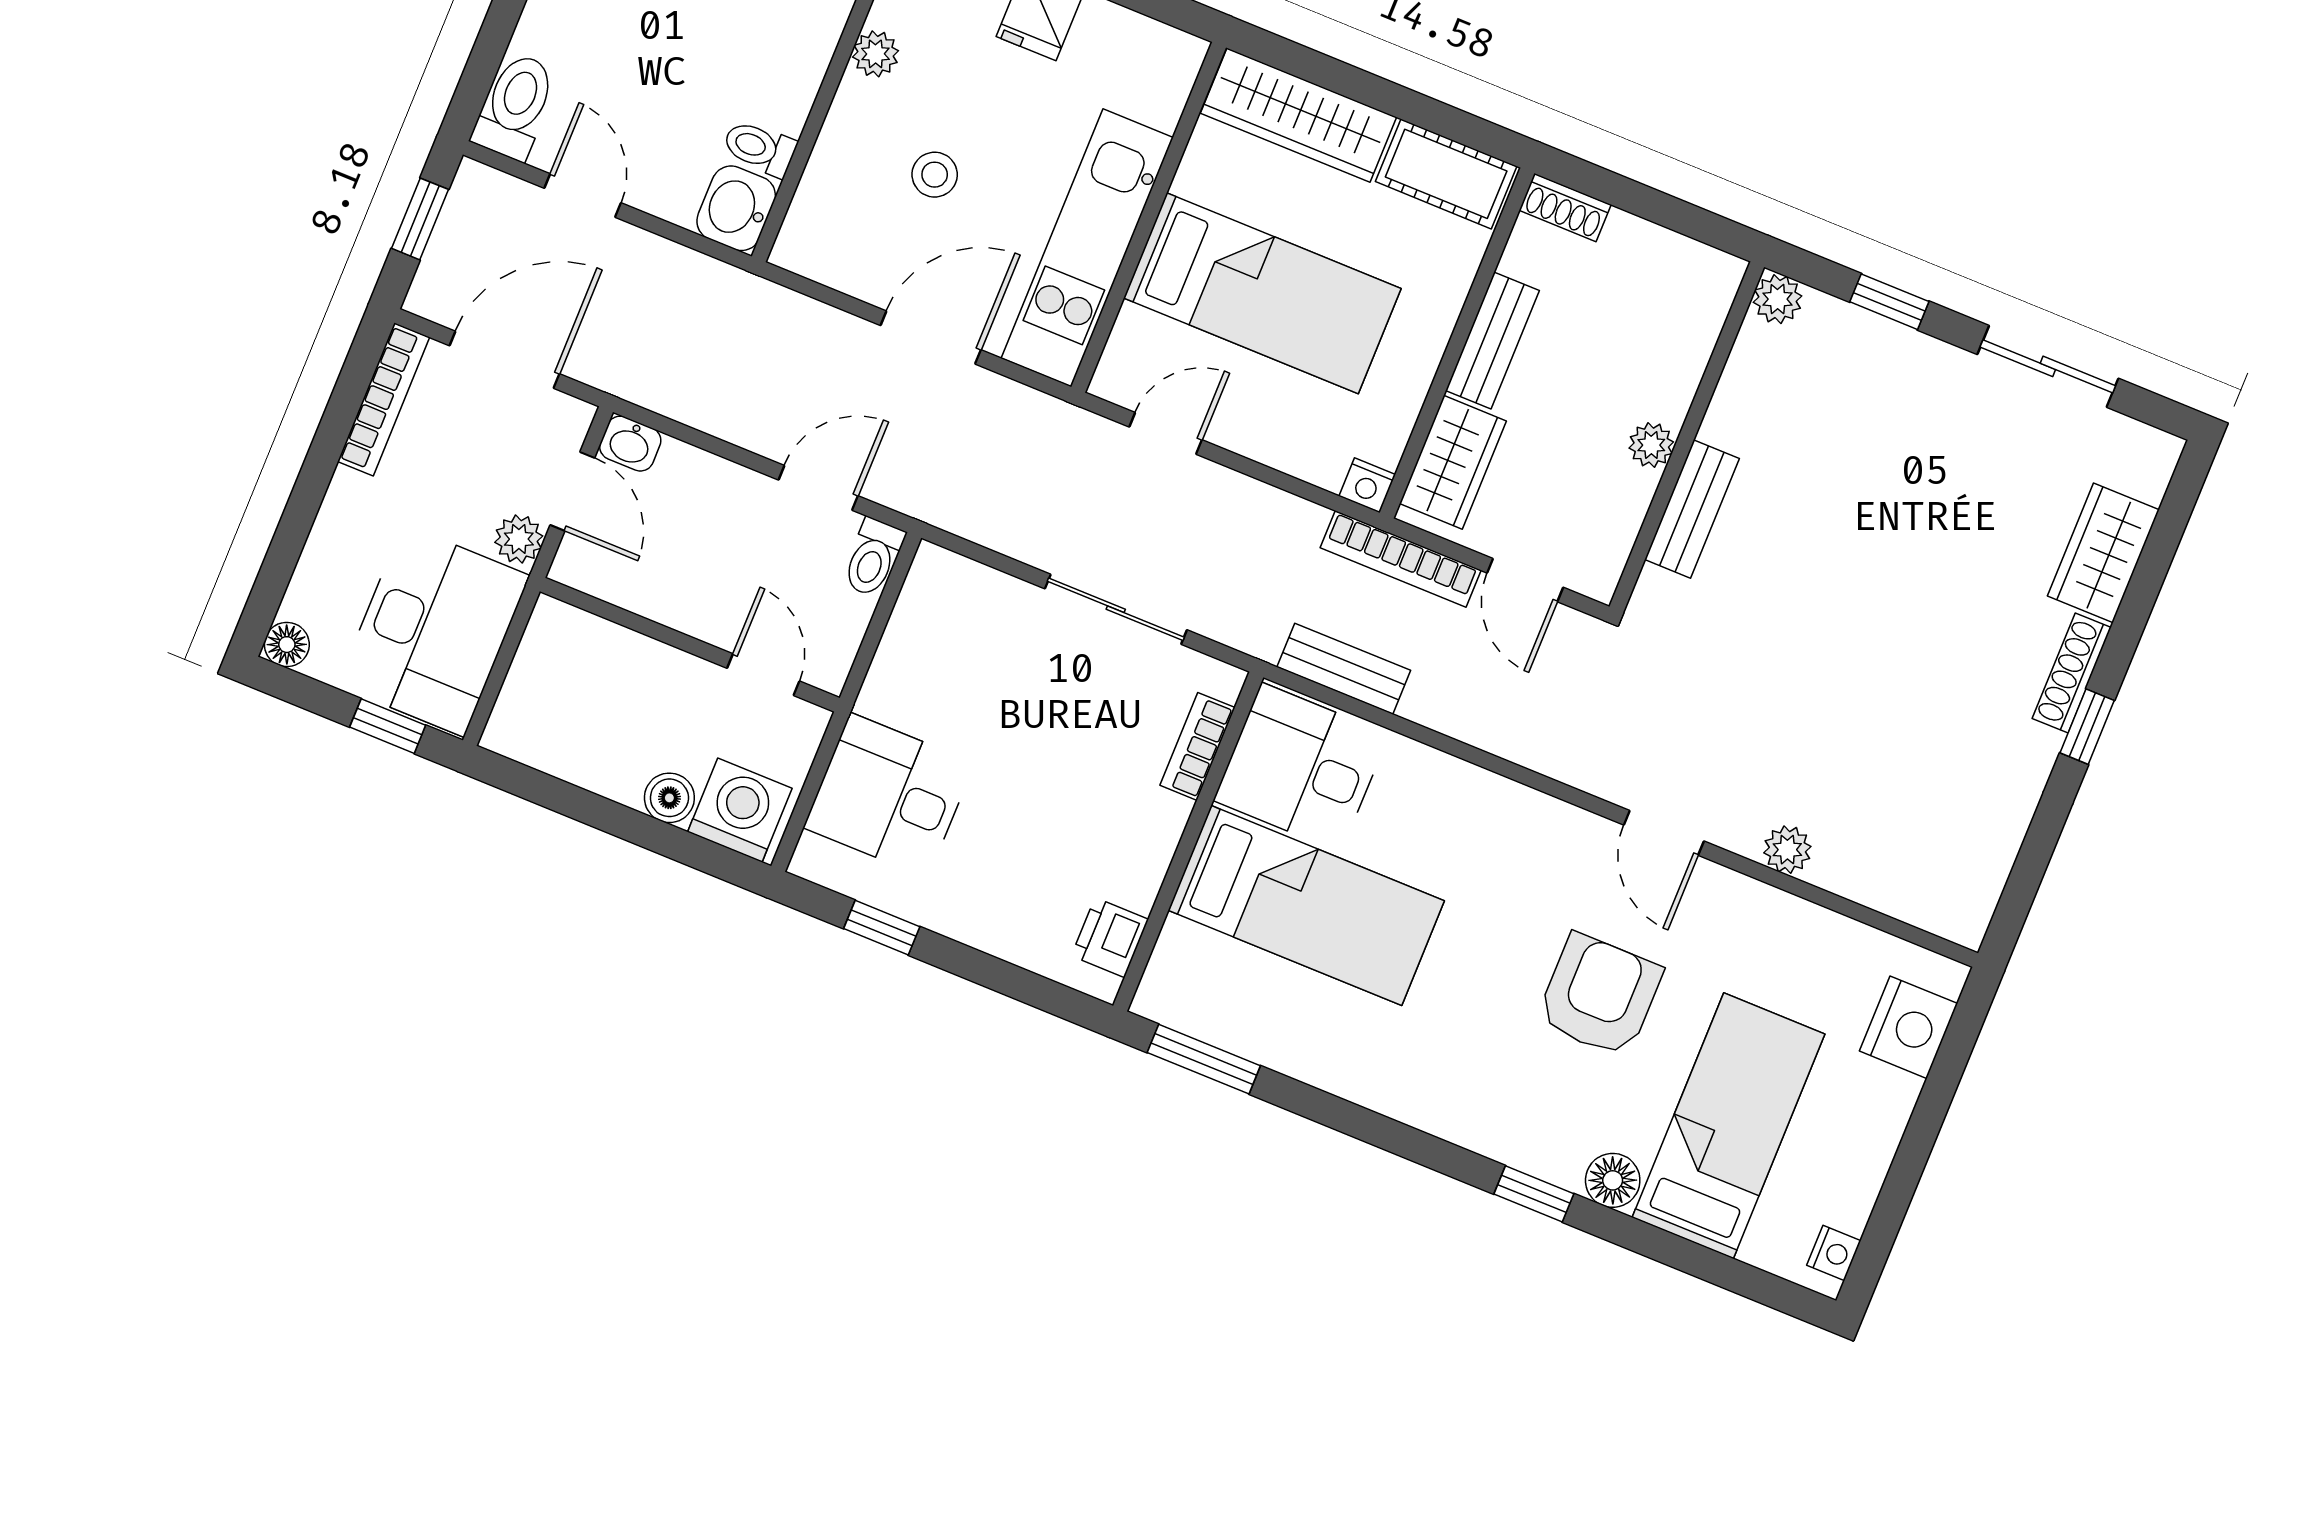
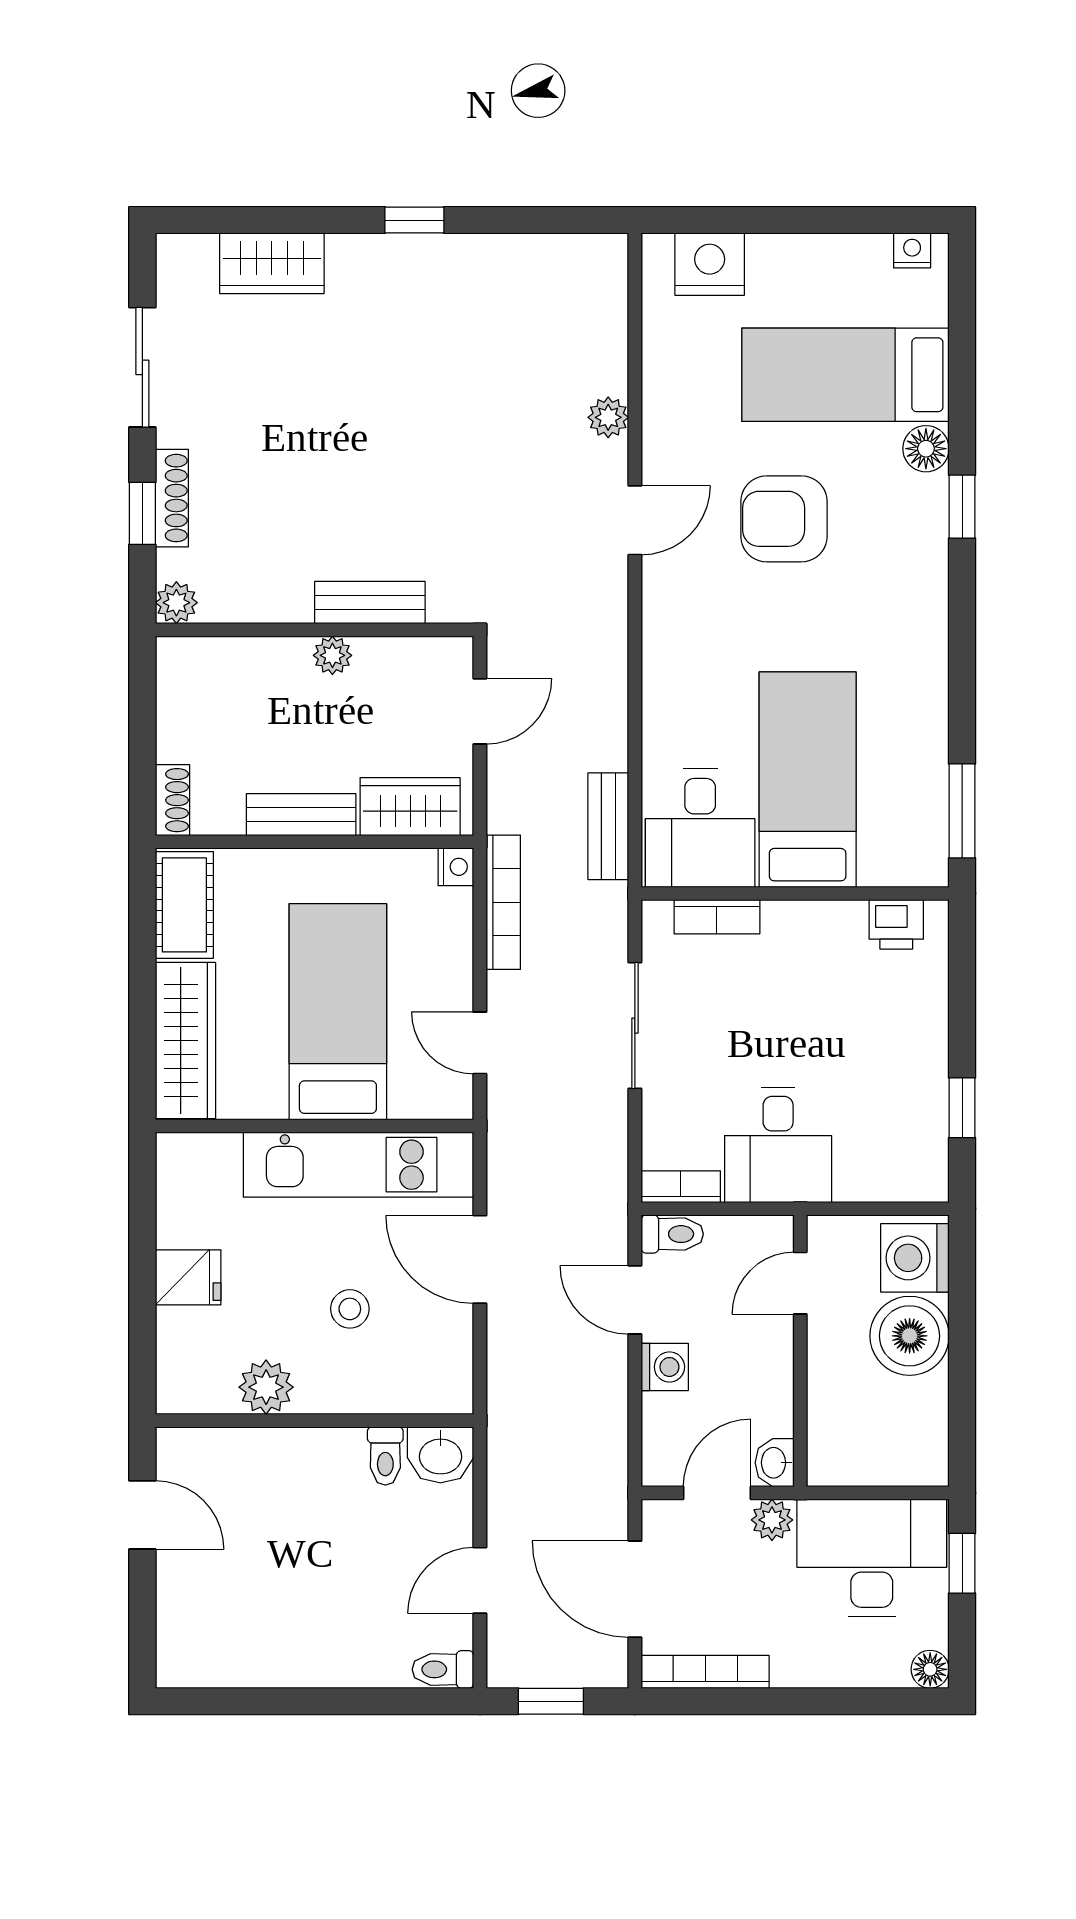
plant: (875, 54) -> (266, 1387), width x1.38, depth x1.38
toilet: (515, 106) -> (443, 1669), width x0.73, depth x0.72
washbasin: (630, 444) -> (775, 1463), moved, turned 180
washing machine: (732, 490) -> (665, 1367), added
bookcase: (1401, 559) -> (503, 902), moved
bookcase: (921, 588) -> (681, 1187), added
shoe rack: (2072, 673) -> (172, 498), moved, turned -90
desk: (889, 795) -> (778, 1145), moved
boiler: (669, 798) -> (910, 1336), width x1.86, depth x1.86

